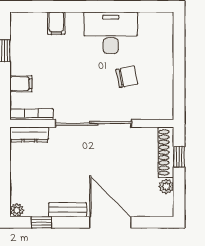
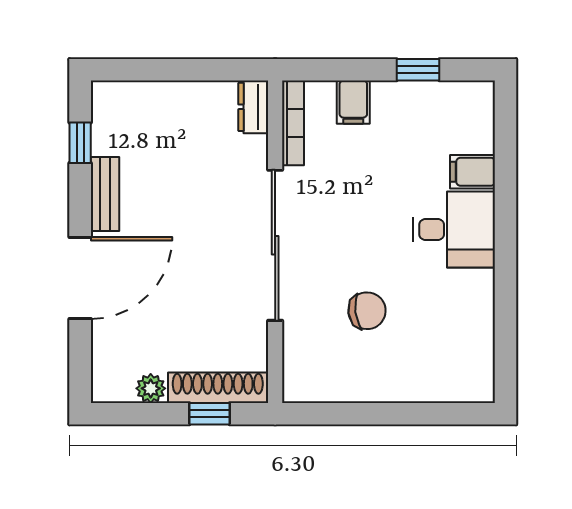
desk: (111, 33) -> (454, 230), moved, width x0.73
chair: (127, 77) -> (367, 311), turned -86
dresser: (29, 135) -> (253, 107), width x0.70
plant: (17, 210) -> (104, 94), removed

